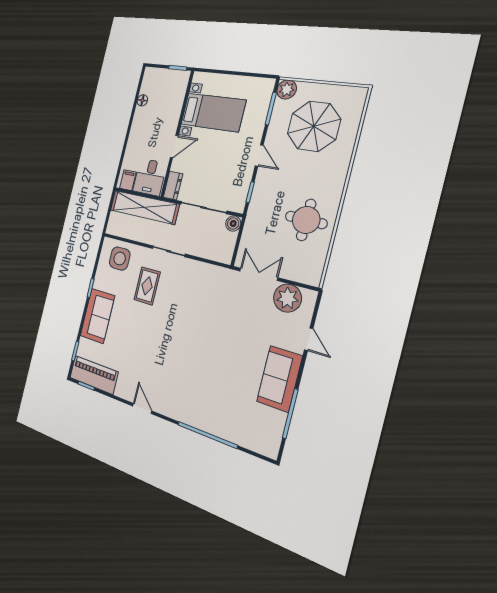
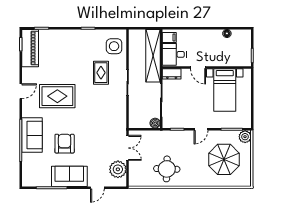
rug: (147, 286) -> (101, 73), turned 90
sofa: (97, 316) -> (32, 135), moved, turned -90
rug: (161, 358) -> (57, 96), added
armchair: (228, 370) -> (65, 144), added

